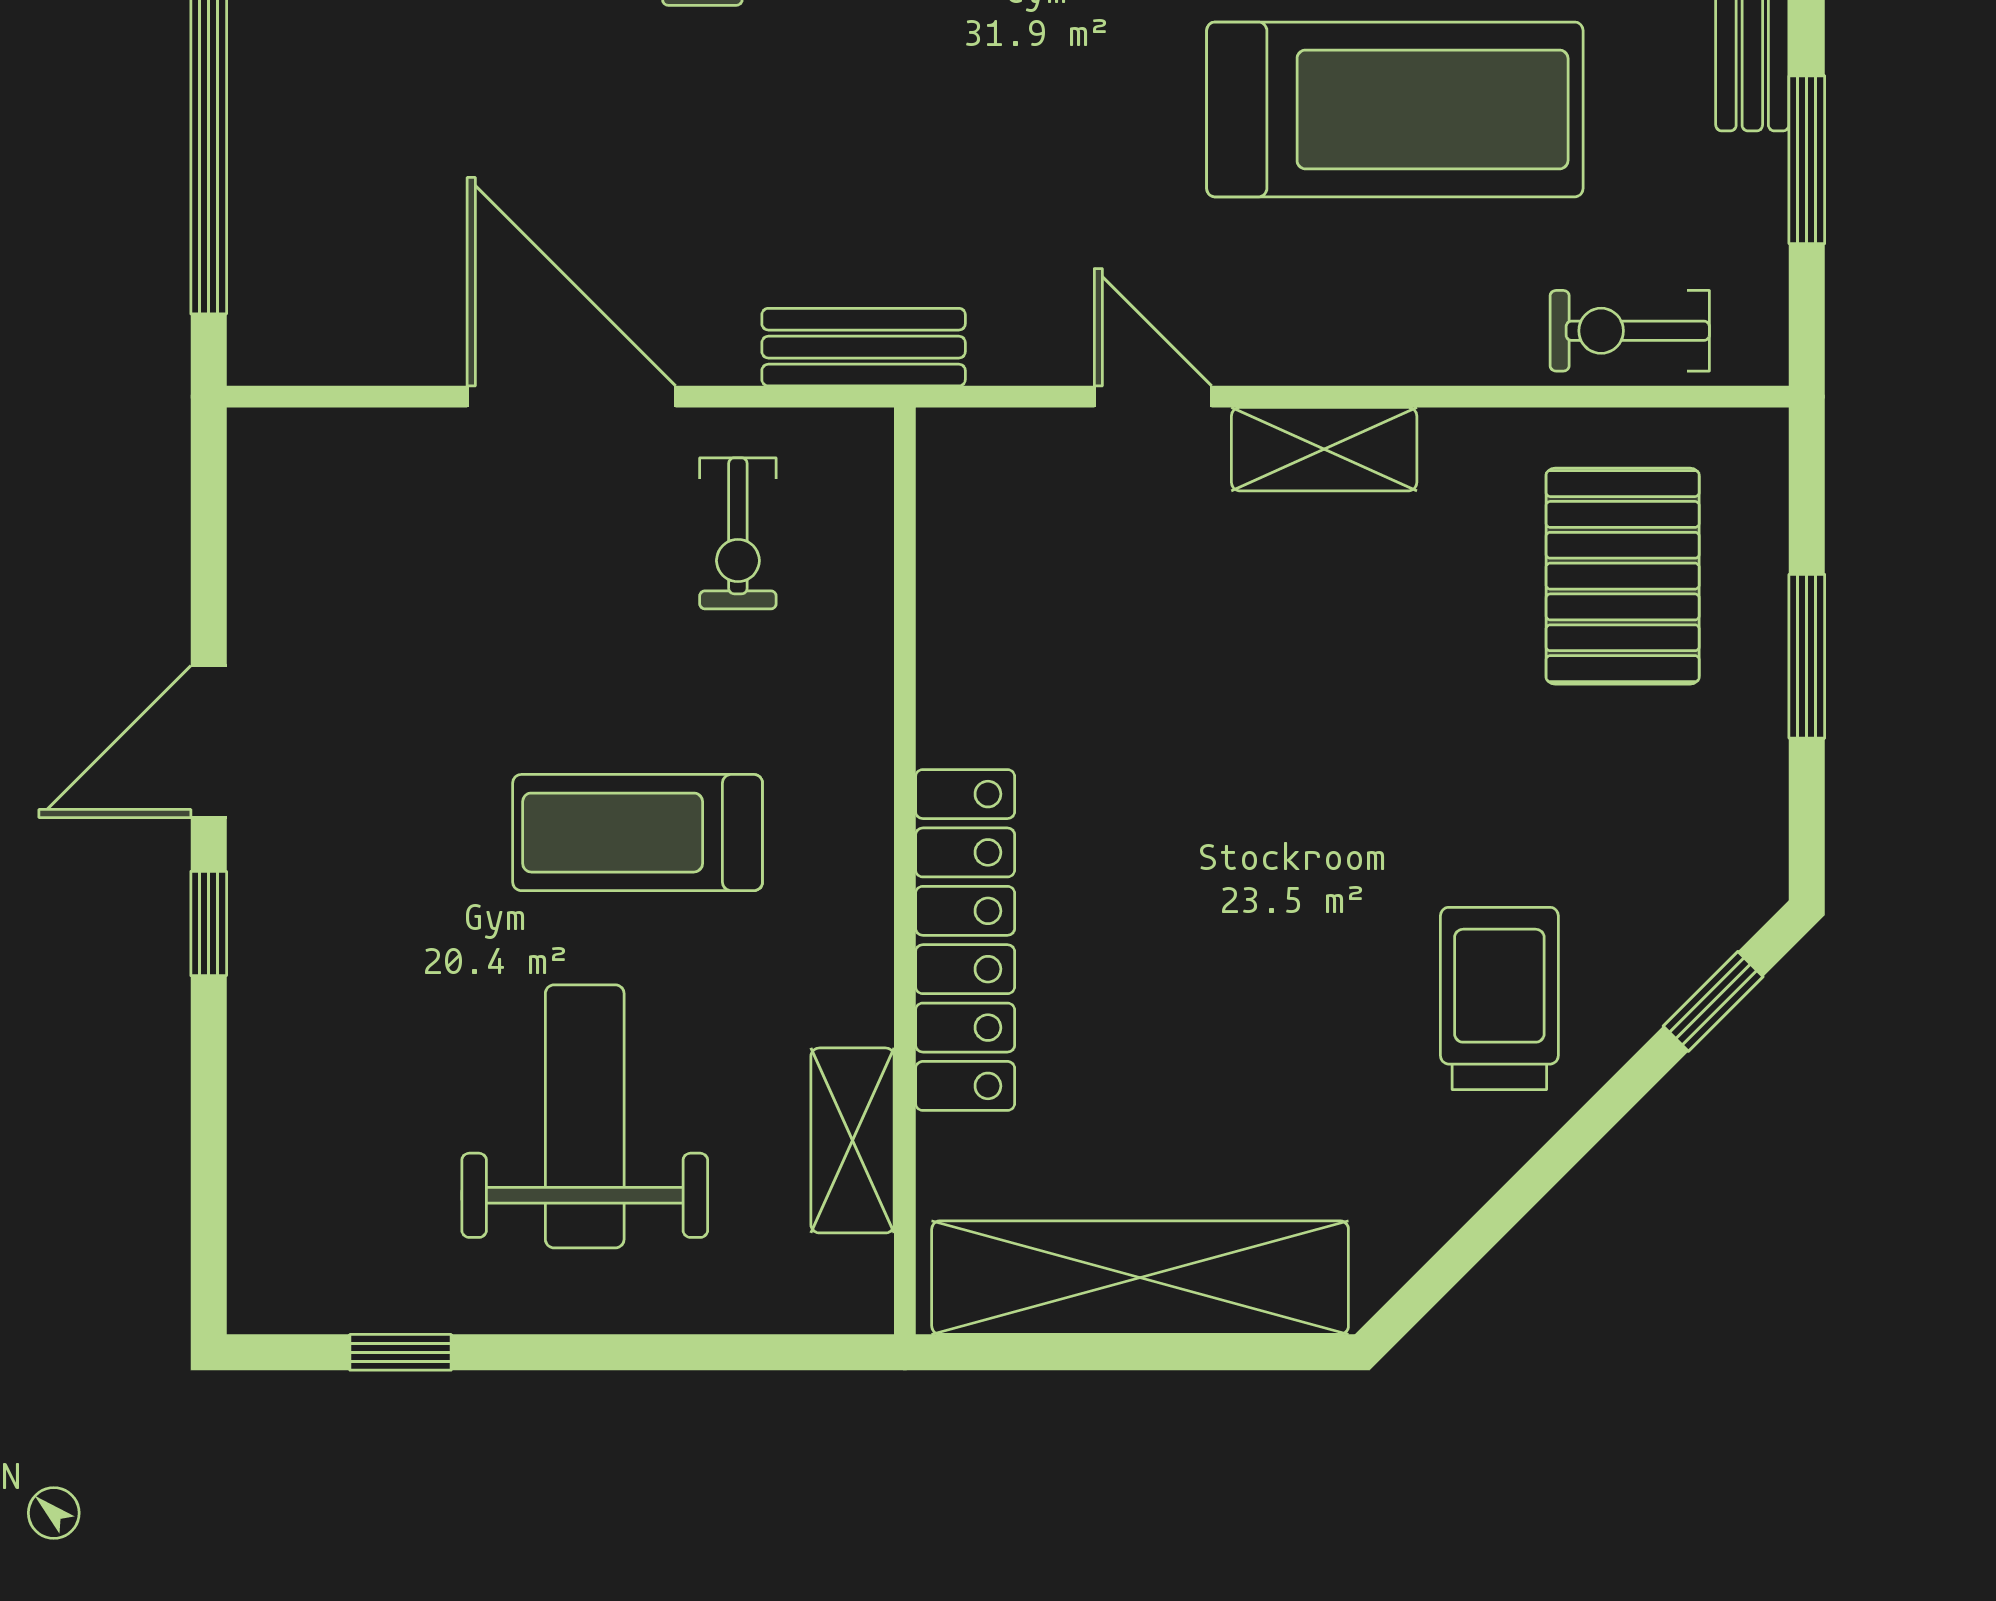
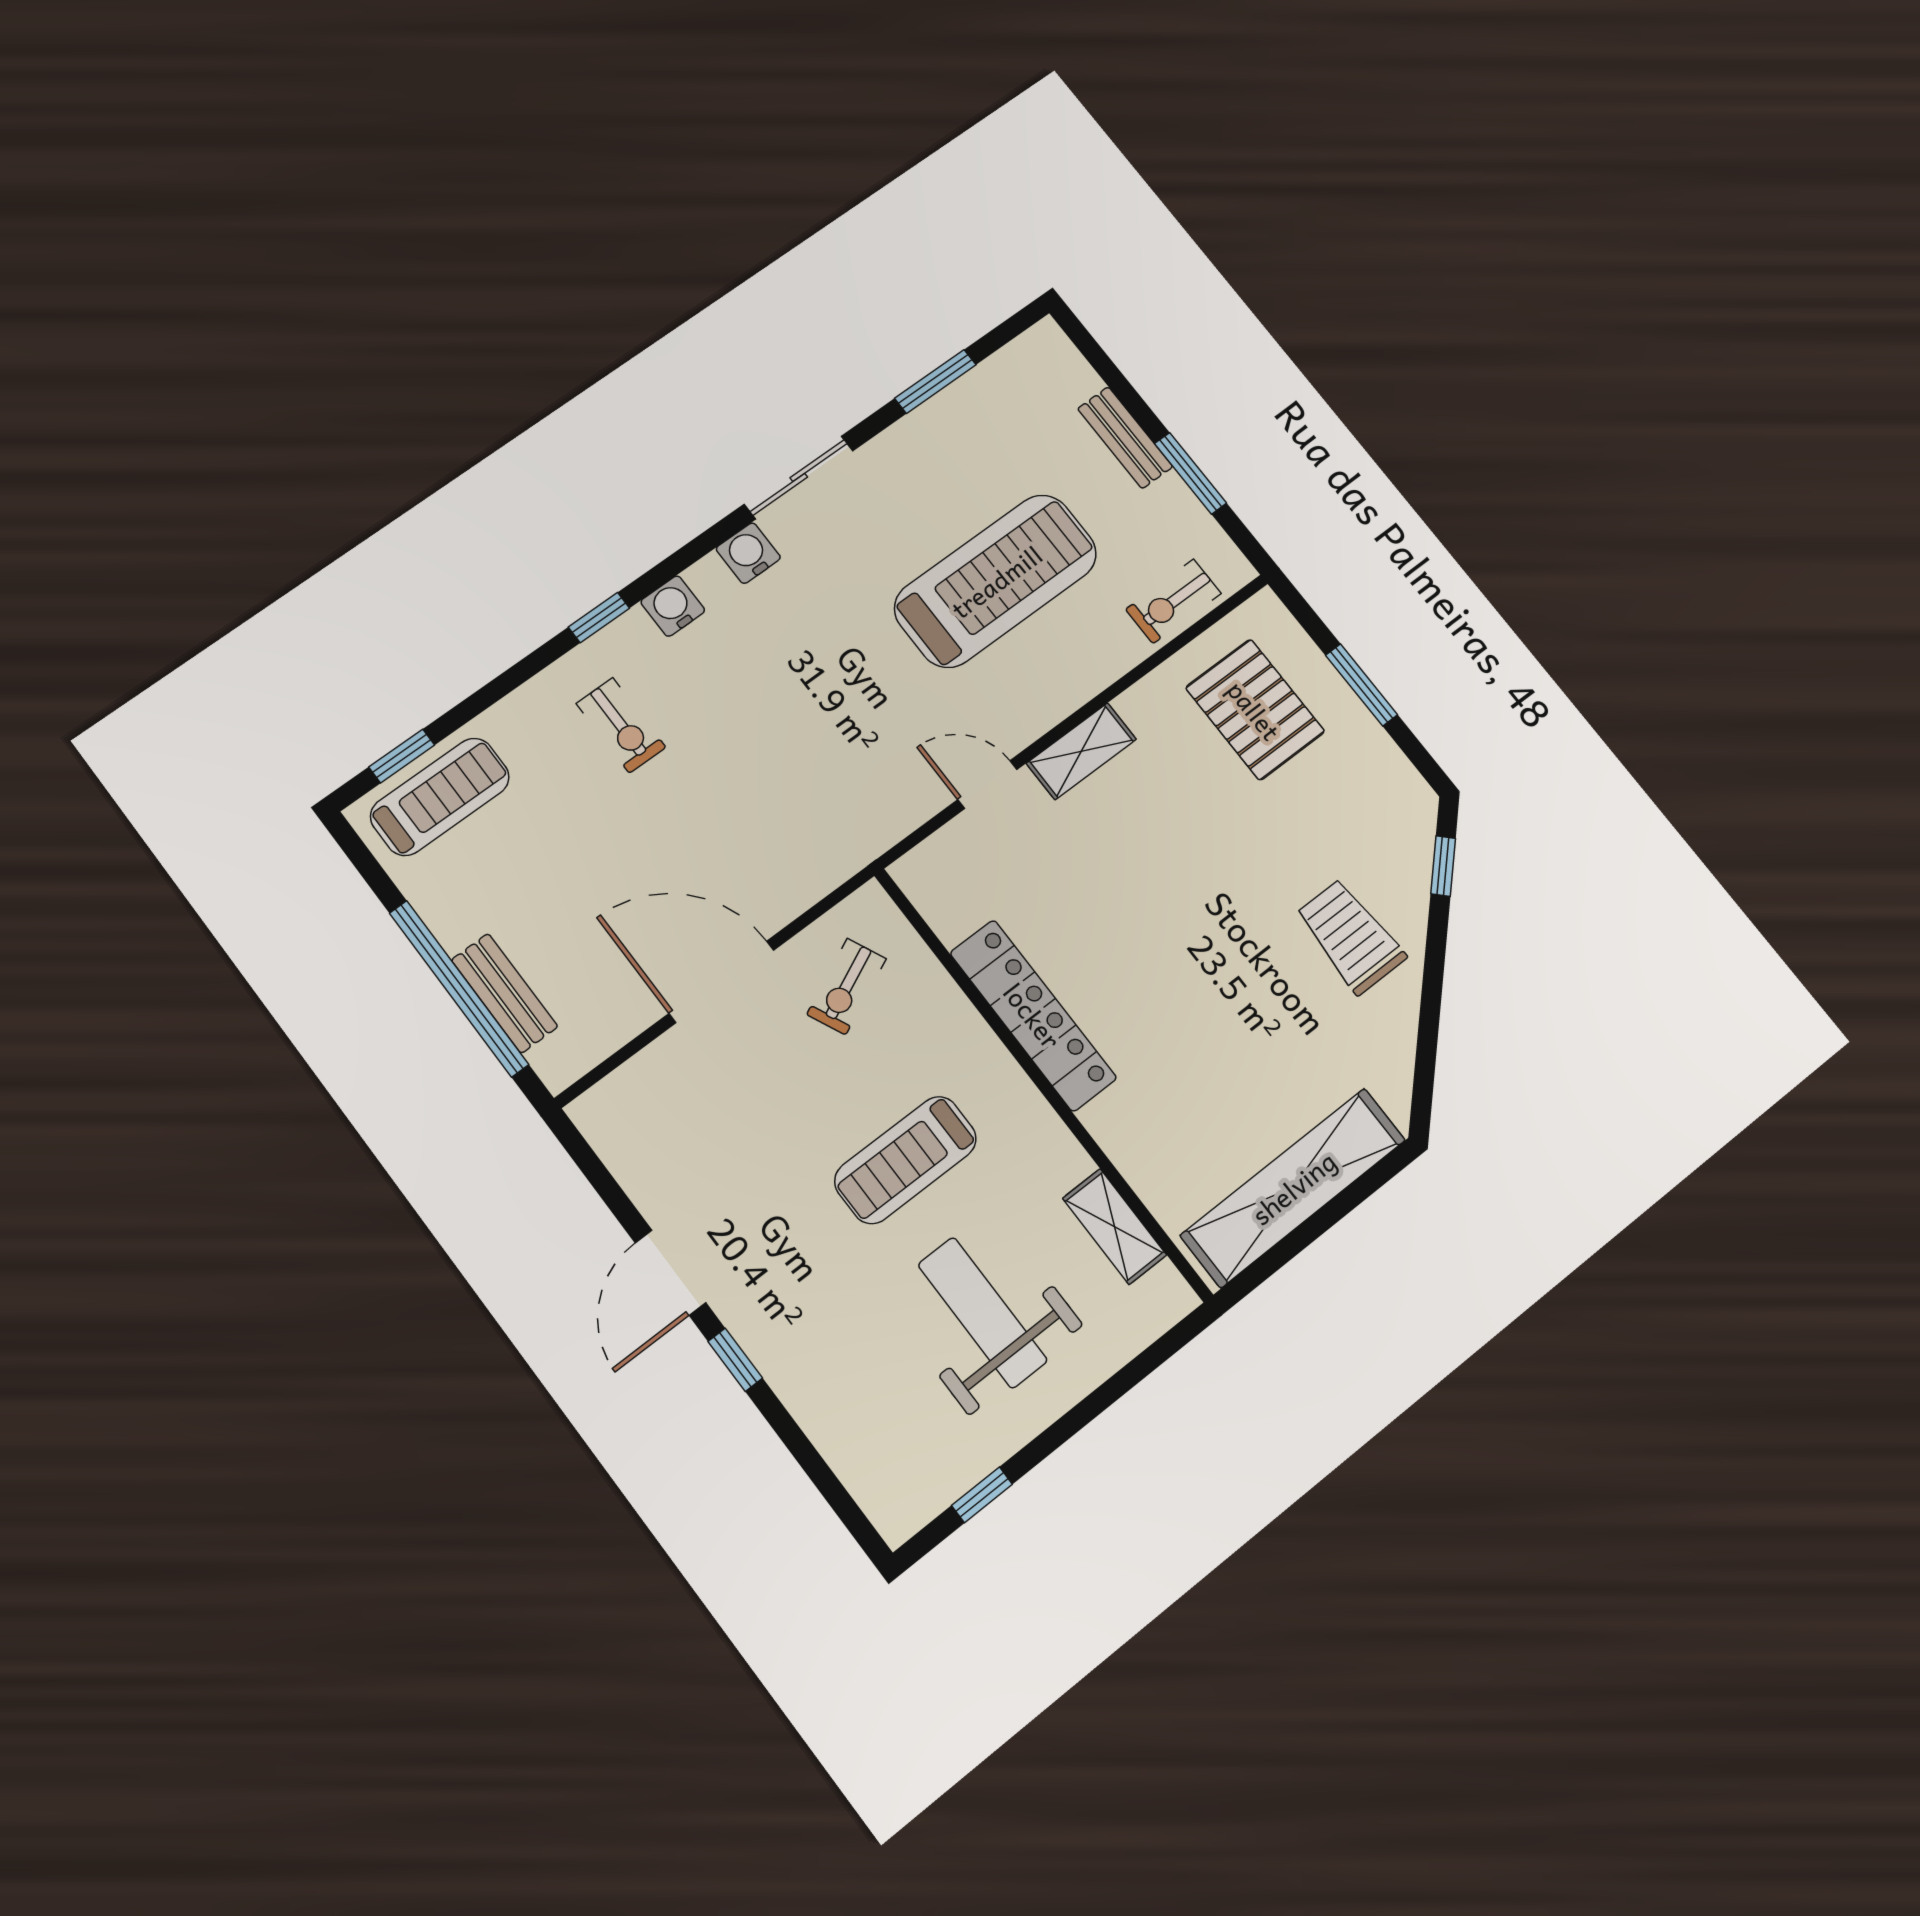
bench: (864, 347) -> (505, 993), moved, turned 90
exercise bike: (738, 533) -> (847, 987), turned 65
locker: (965, 940) -> (1033, 1015), moved

